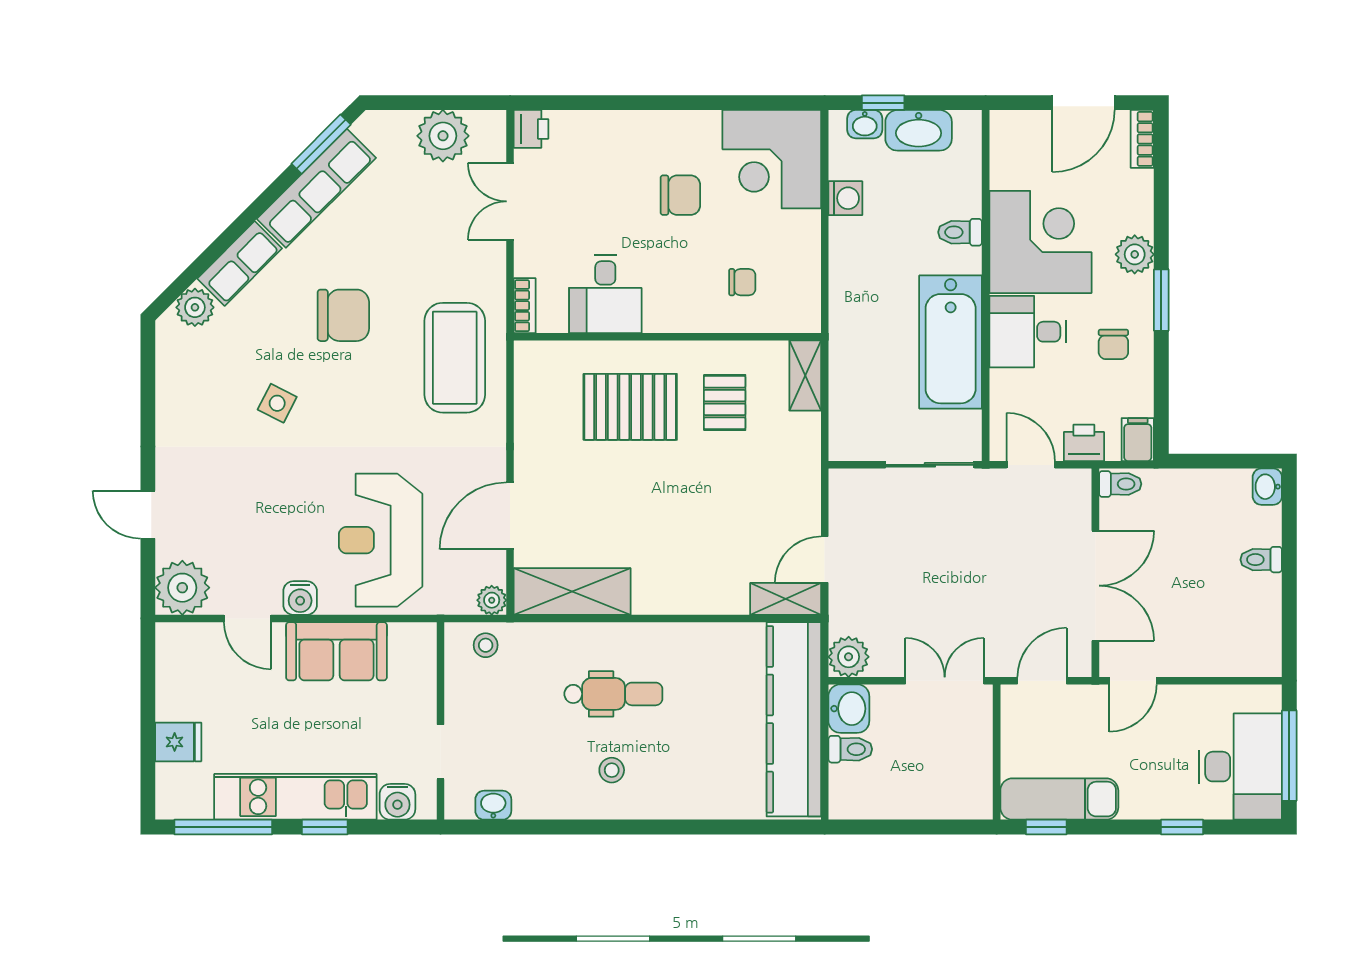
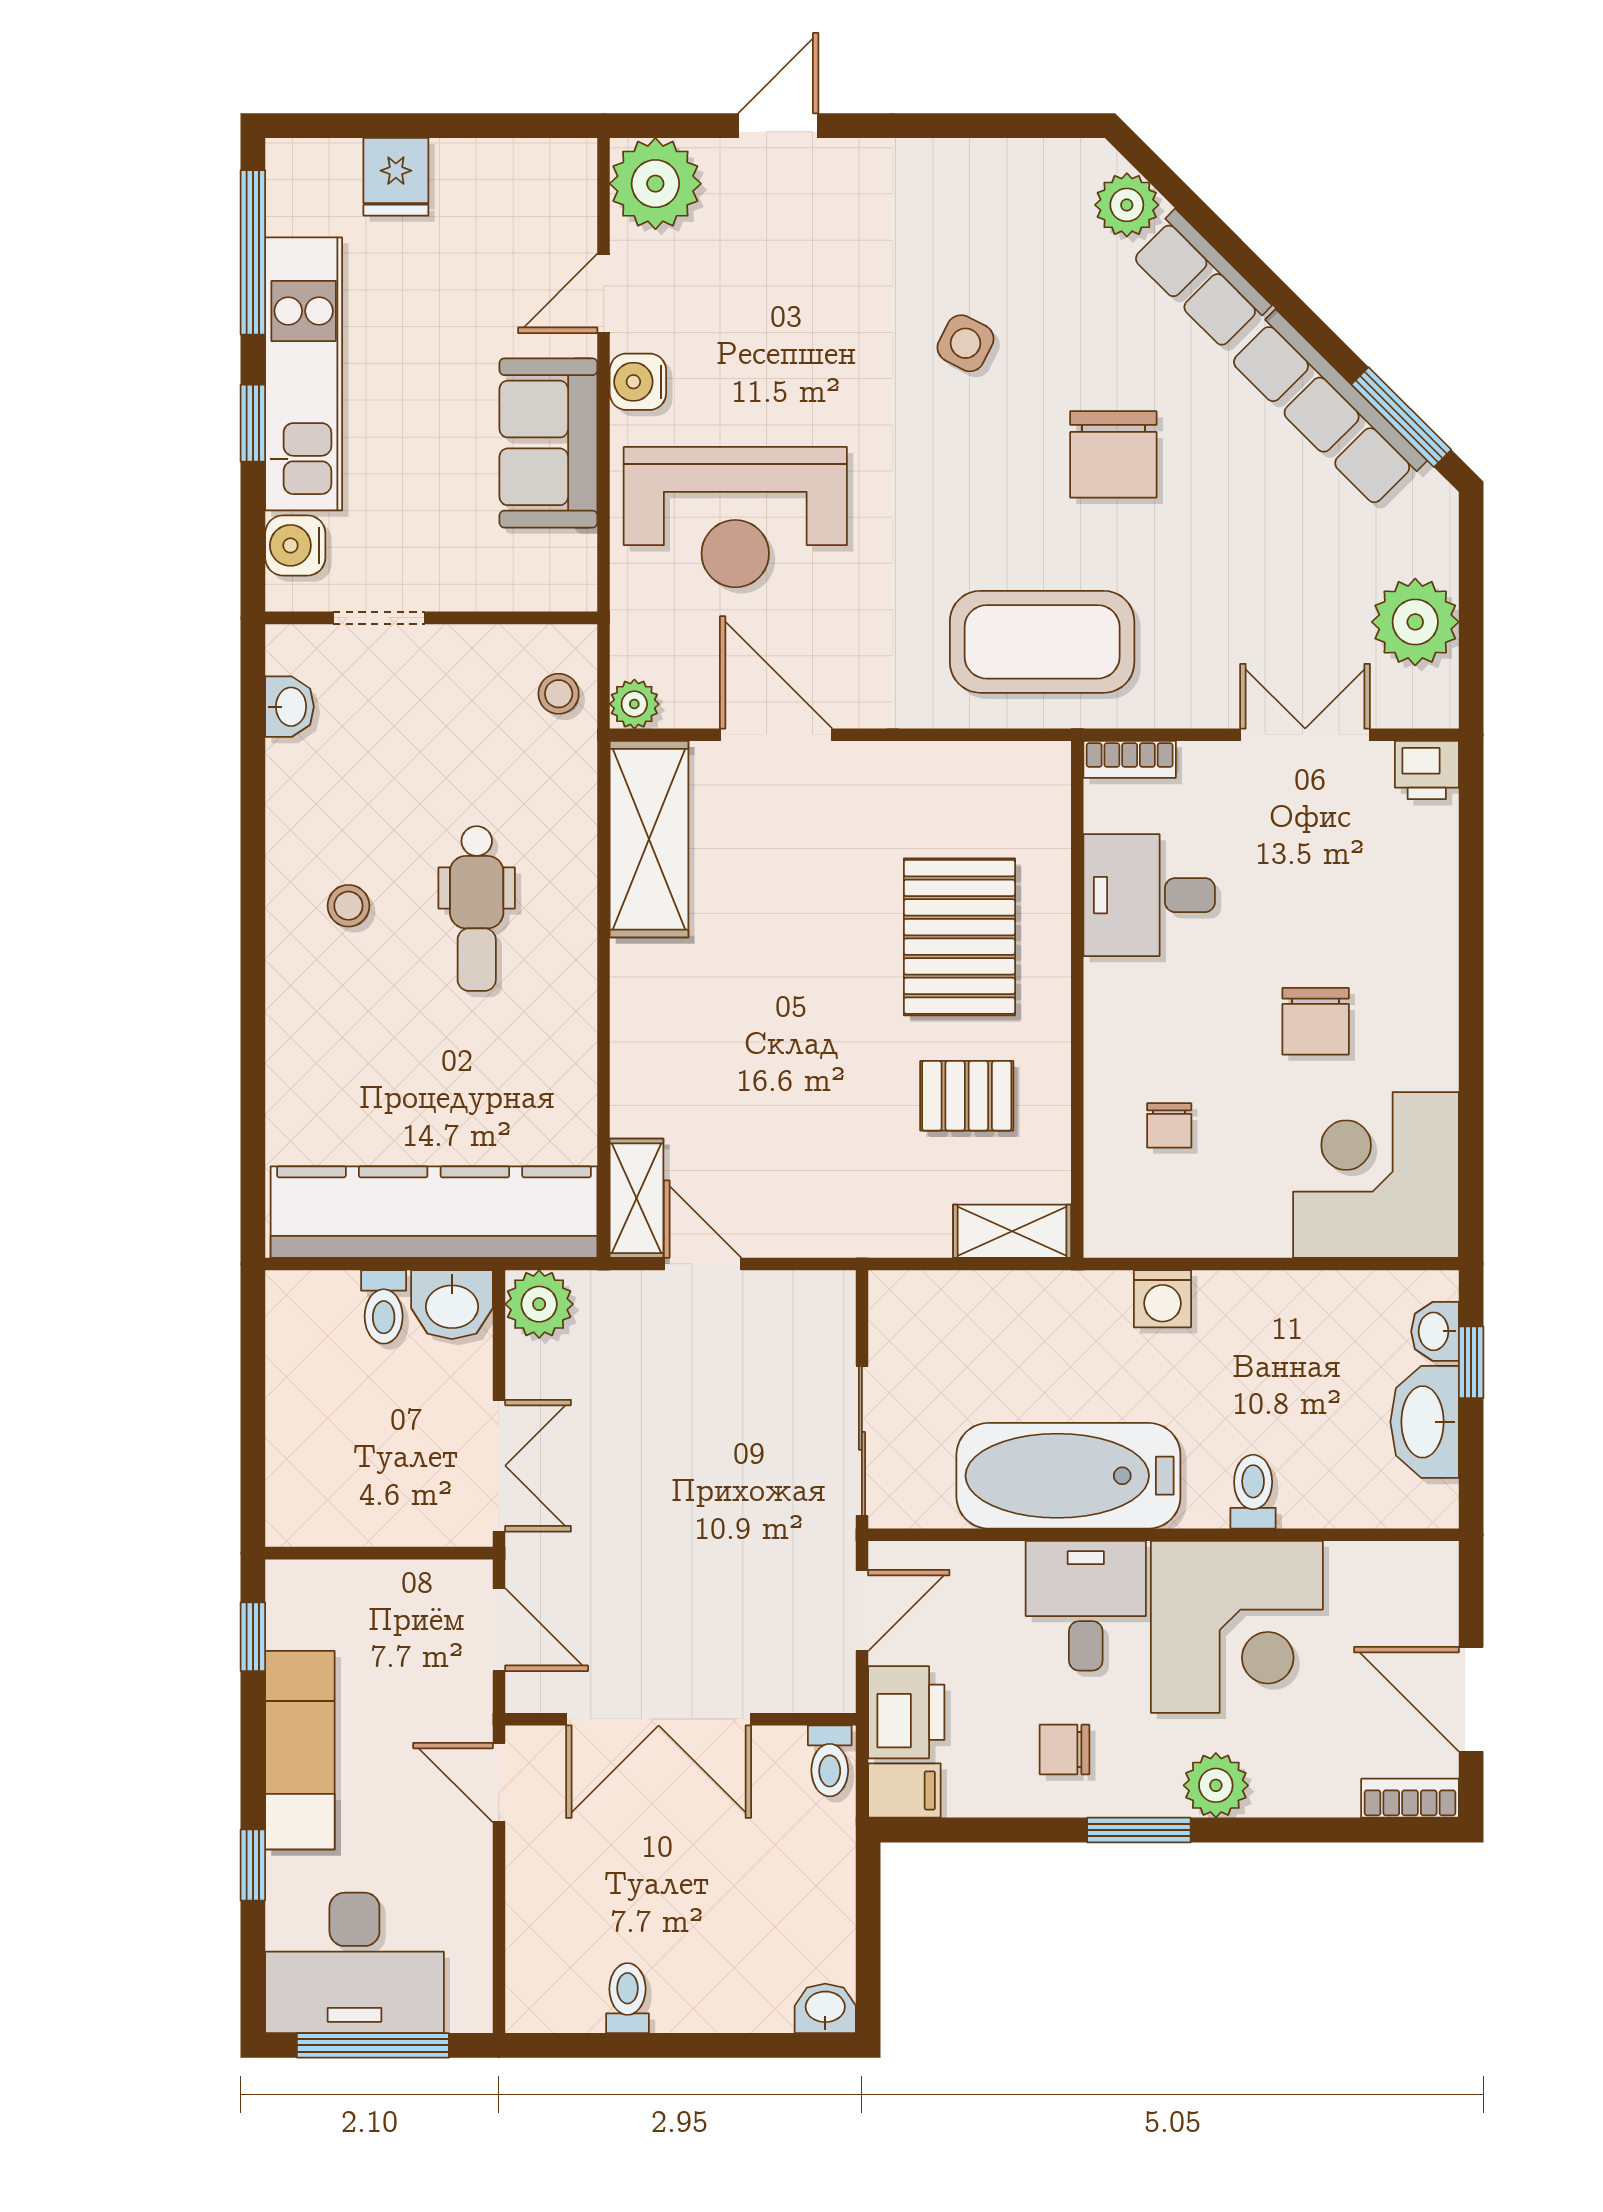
washing machine: (845, 198) -> (1162, 1299), moved
printer: (1084, 443) -> (906, 1712), width x1.36, depth x1.24
reception desk: (381, 540) -> (735, 517), turned 180
toilet: (1261, 560) -> (627, 1998), moved
exam couch: (1059, 799) -> (300, 1750), moved

